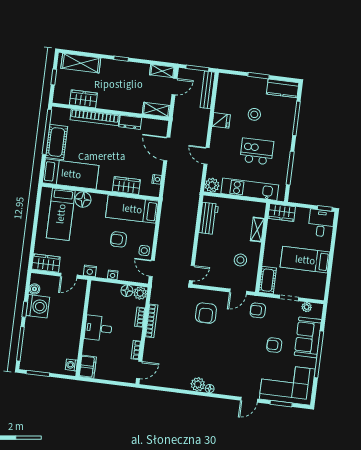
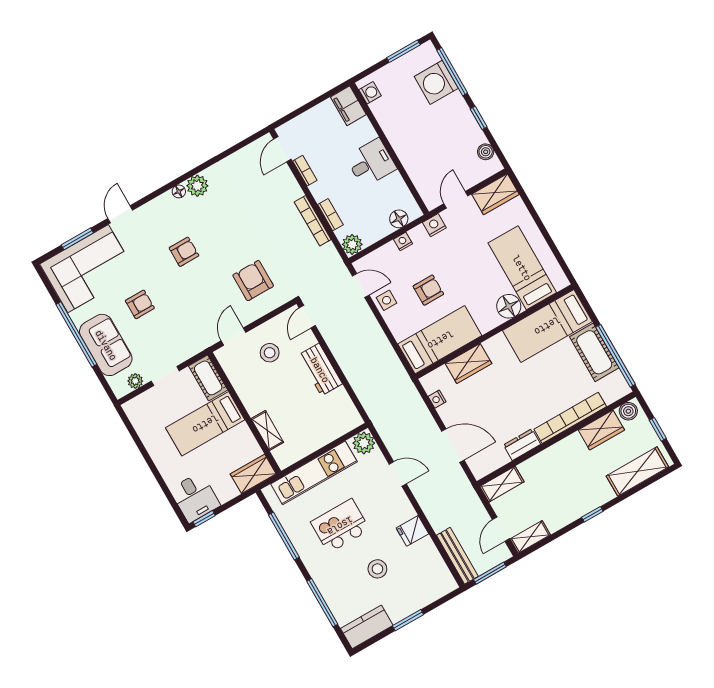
boiler: (62, 98) -> (628, 411), added
kitchen island: (257, 151) -> (340, 526), turned 180
workbench: (209, 218) -> (320, 370), moved
stool: (240, 260) -> (270, 353), moved
bed: (305, 260) -> (205, 424), moved, turned 180
floor lamp: (127, 291) -> (399, 219), moved
washing machine: (38, 306) -> (436, 82), moved
armchair: (258, 310) -> (184, 252), moved

